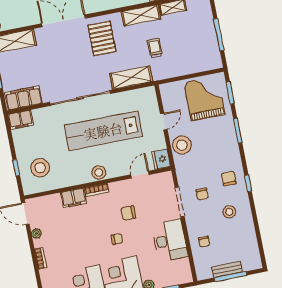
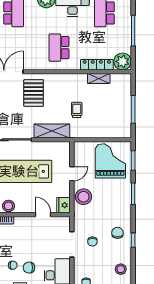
shelving: (141, 15) -> (71, 80), removed
door: (140, 175) -> (43, 215), hinge flipped
stool: (229, 212) -> (121, 269), moved
chair: (128, 213) -> (29, 268), moved

